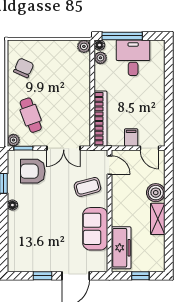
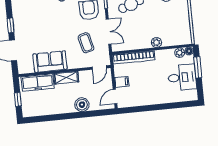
window: (122, 36) -> (198, 67), width x0.69
plant: (84, 46) -> (156, 42), moved
double door: (64, 148) -> (109, 32), swing flipped
coffee table: (87, 187) -> (86, 43), moved
shelving: (158, 219) -> (66, 78), moved

